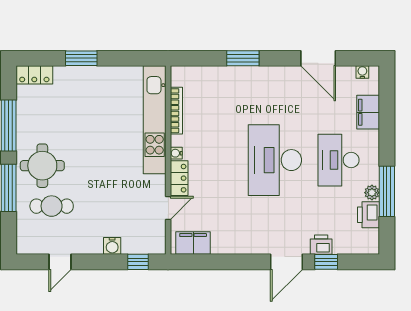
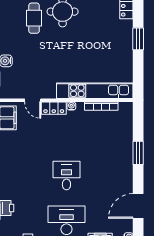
desk: (275, 160) -> (66, 175), width x0.53, depth x0.77

